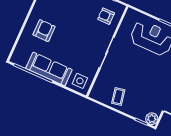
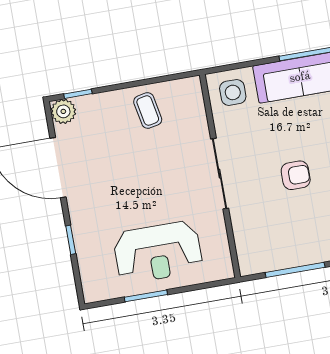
armchair: (106, 16) -> (296, 175), moved

